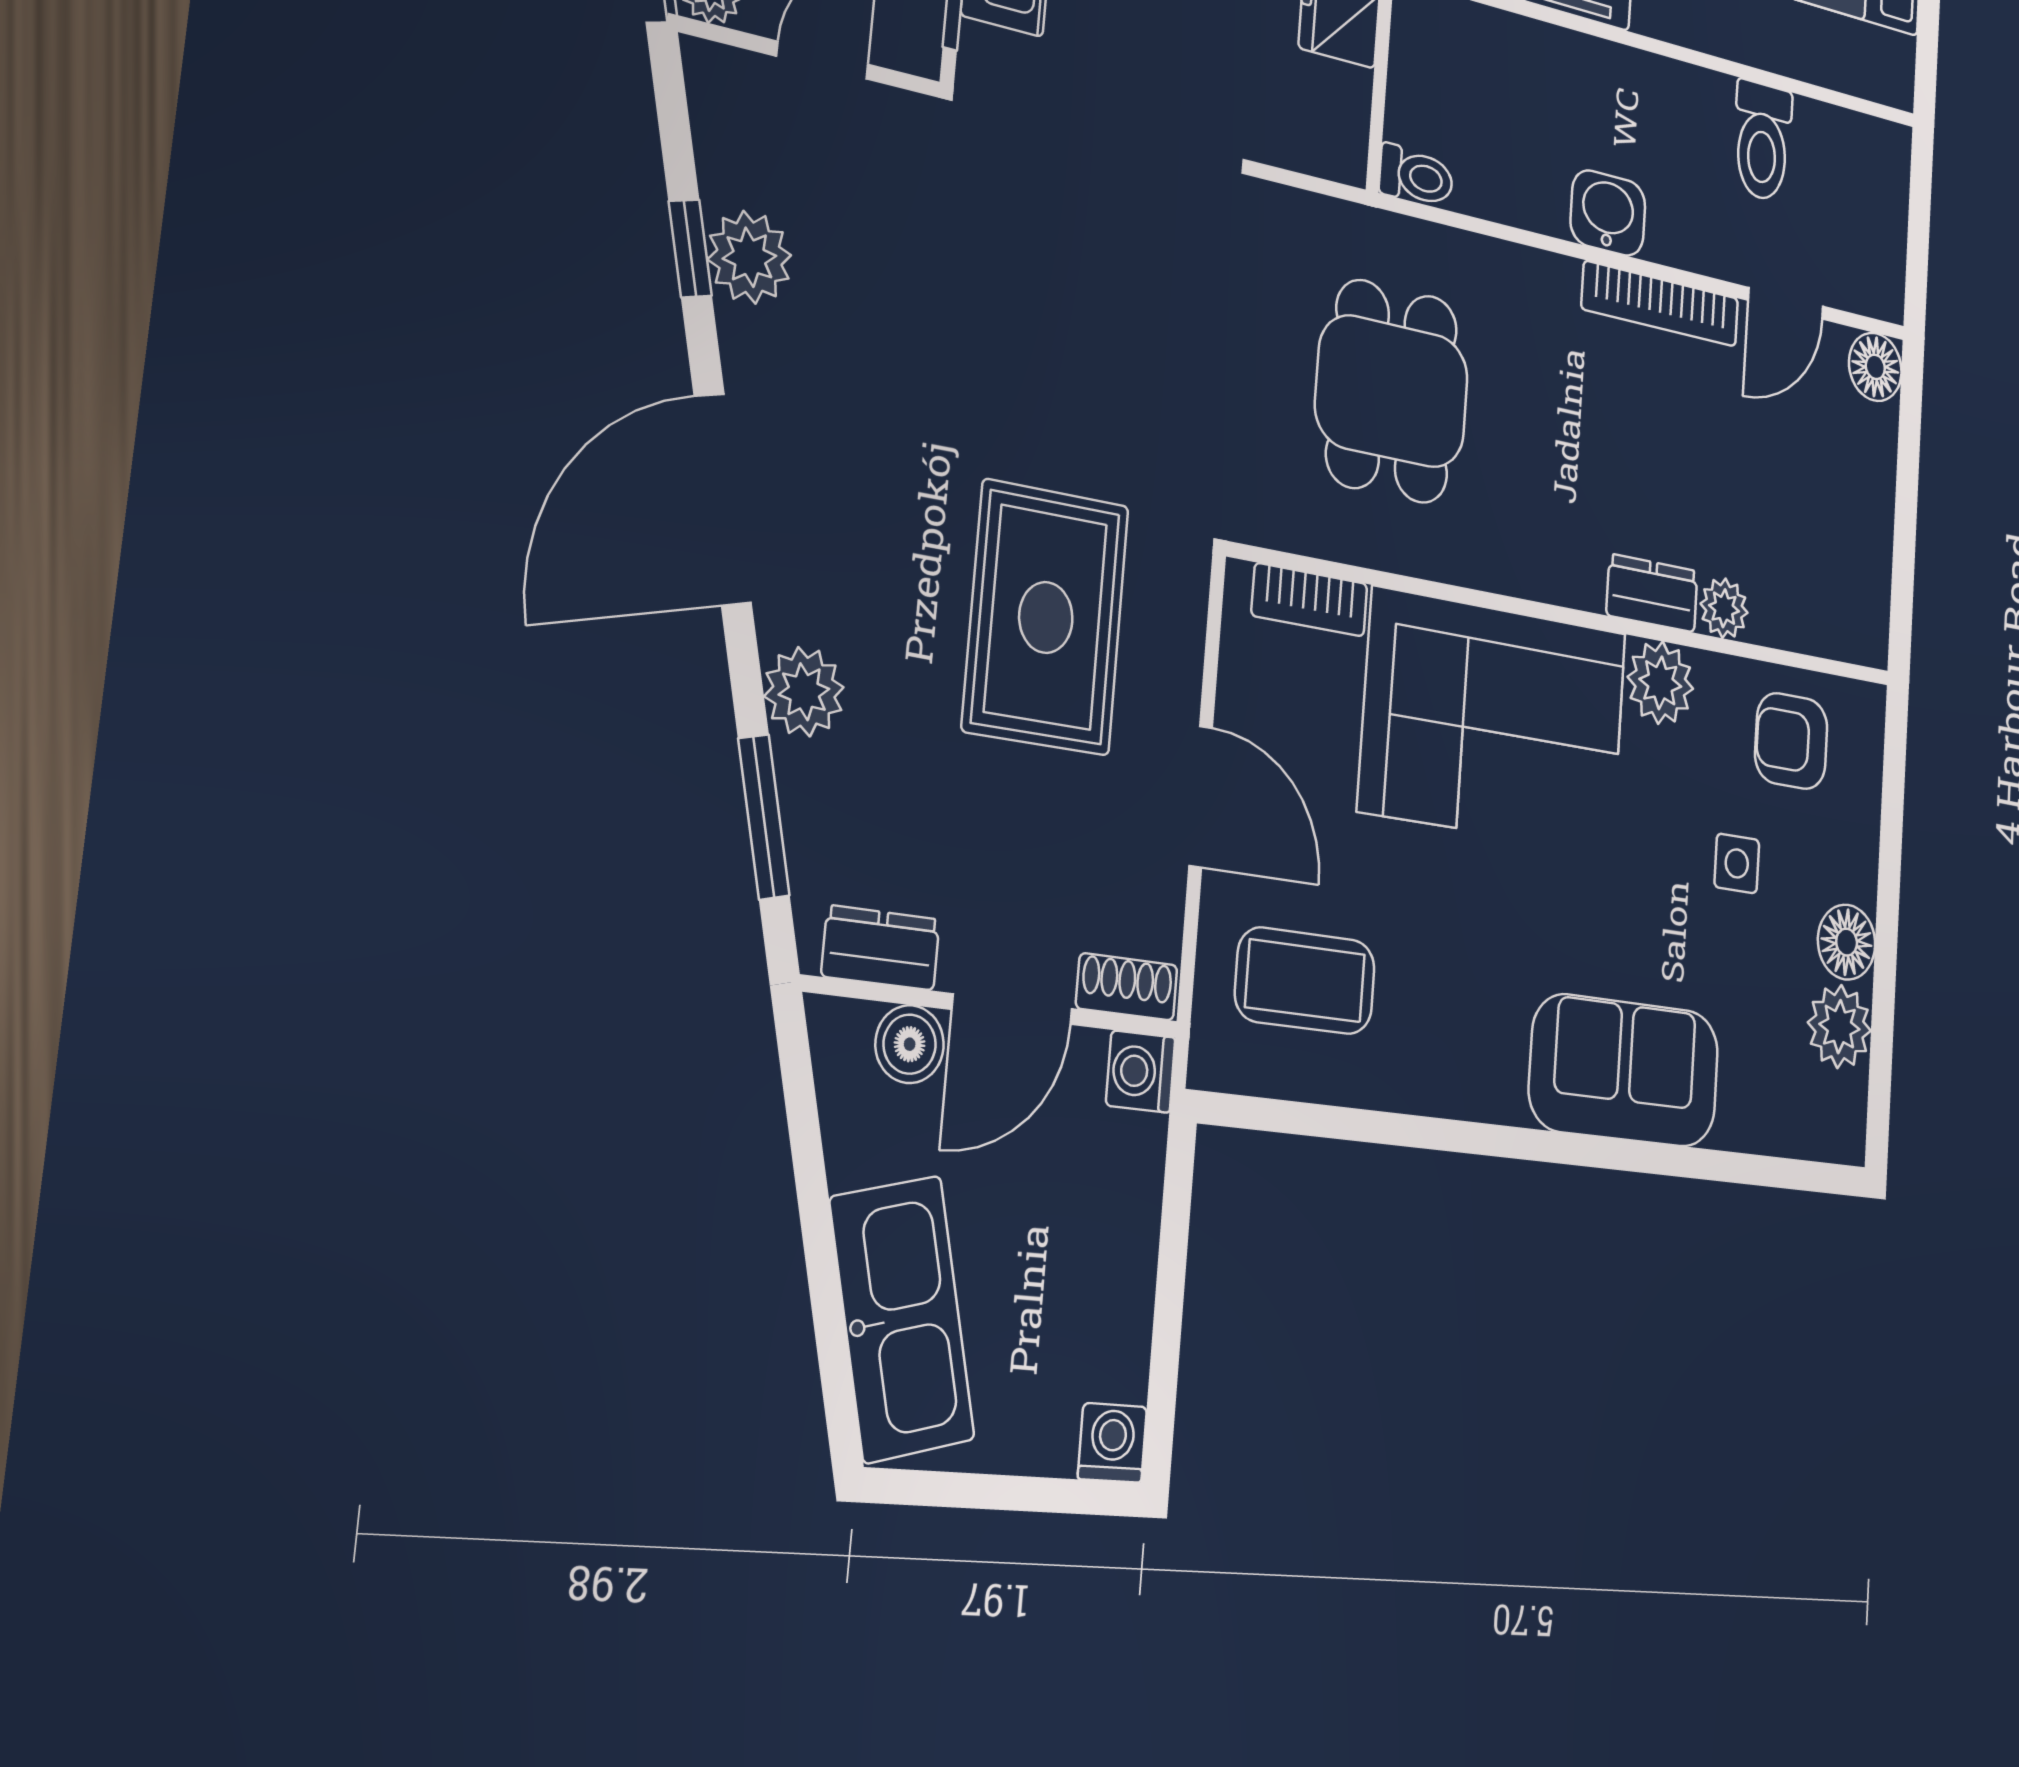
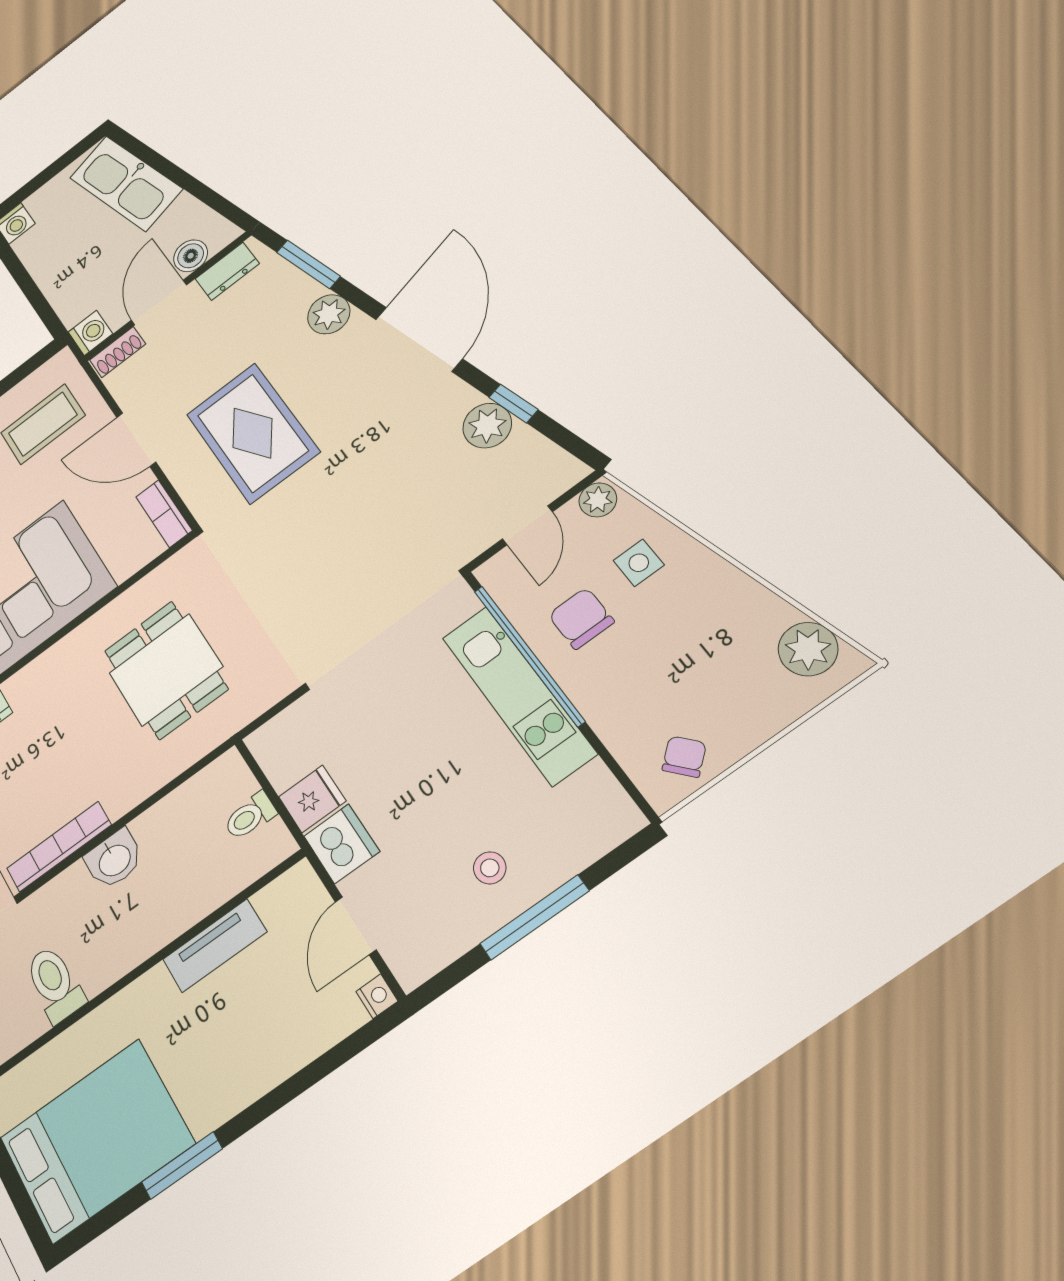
toilet: (1416, 176) -> (250, 816), moved
bookcase: (1310, 600) -> (164, 514), moved, turned -90

